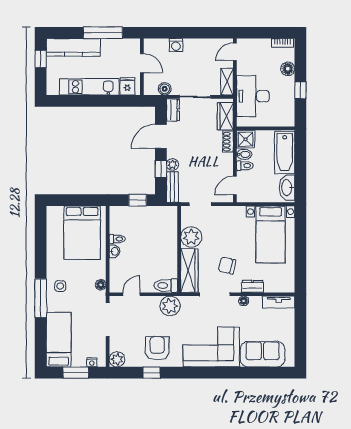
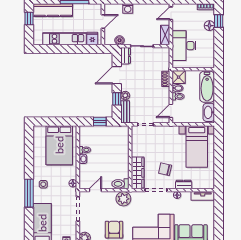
door: (142, 63) -> (103, 22), hinge flipped
window: (300, 90) -> (219, 21), moved
wardrobe: (225, 116) -> (164, 60), removed
plant: (191, 237) -> (139, 148), removed

